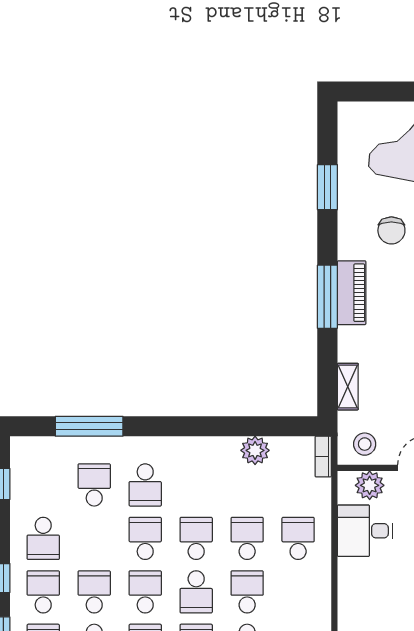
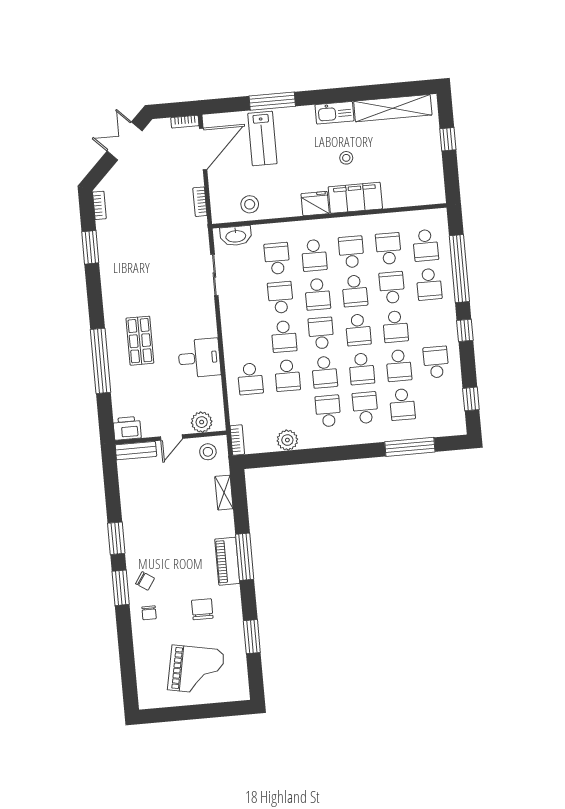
school desk: (196, 485) -> (328, 411), added
desk: (365, 531) -> (199, 358), moved
school desk: (43, 592) -> (399, 365), moved

